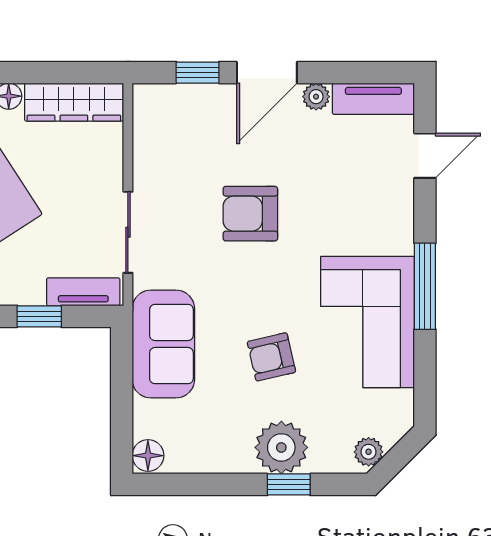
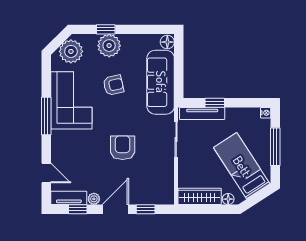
window: (353, 73) -> (78, 209), added
door: (425, 156) -> (46, 173), swing flipped
armchair: (250, 214) -> (123, 148), turned -90
tv unit: (83, 292) -> (202, 114), width x1.41
sofa: (163, 344) -> (161, 82), width x1.36
plant: (369, 452) -> (71, 51), width x1.87, depth x1.87

